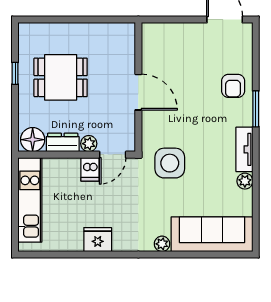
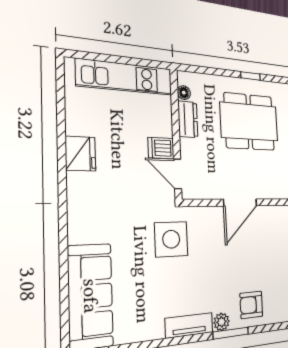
dining table: (61, 77) -> (249, 122), width x1.38
floor lamp: (33, 140) -> (184, 93), width x0.53, depth x0.53
plant: (89, 144) -> (188, 148), removed
plant: (245, 181) -> (222, 322), moved
plant: (162, 244) -> (77, 233), removed

